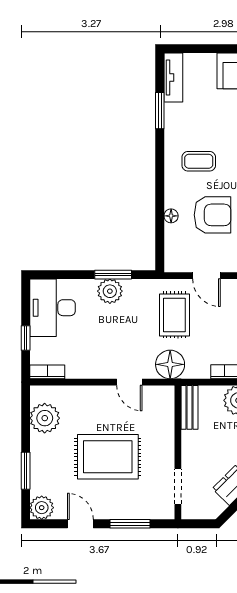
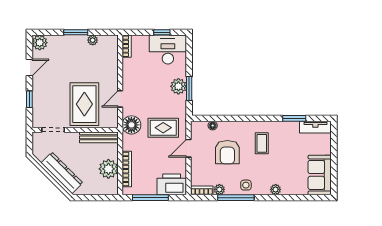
floor lamp: (171, 216) -> (213, 126), moved
window: (26, 338) -> (162, 32), moved
bench: (189, 407) -> (99, 137), width x1.36
plant: (45, 418) -> (93, 40), width x0.53, depth x0.53
rug: (108, 457) -> (84, 104), moved
window: (26, 471) -> (76, 32), moved
window: (130, 524) -> (29, 99), width x0.67

